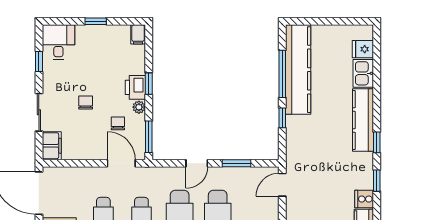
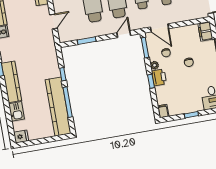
fridge: (363, 49) -> (21, 137), moved
door: (197, 163) -> (124, 34), moved
door: (282, 185) -> (54, 22), moved

